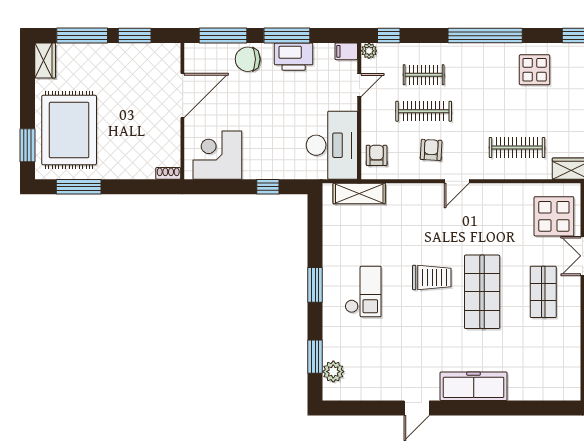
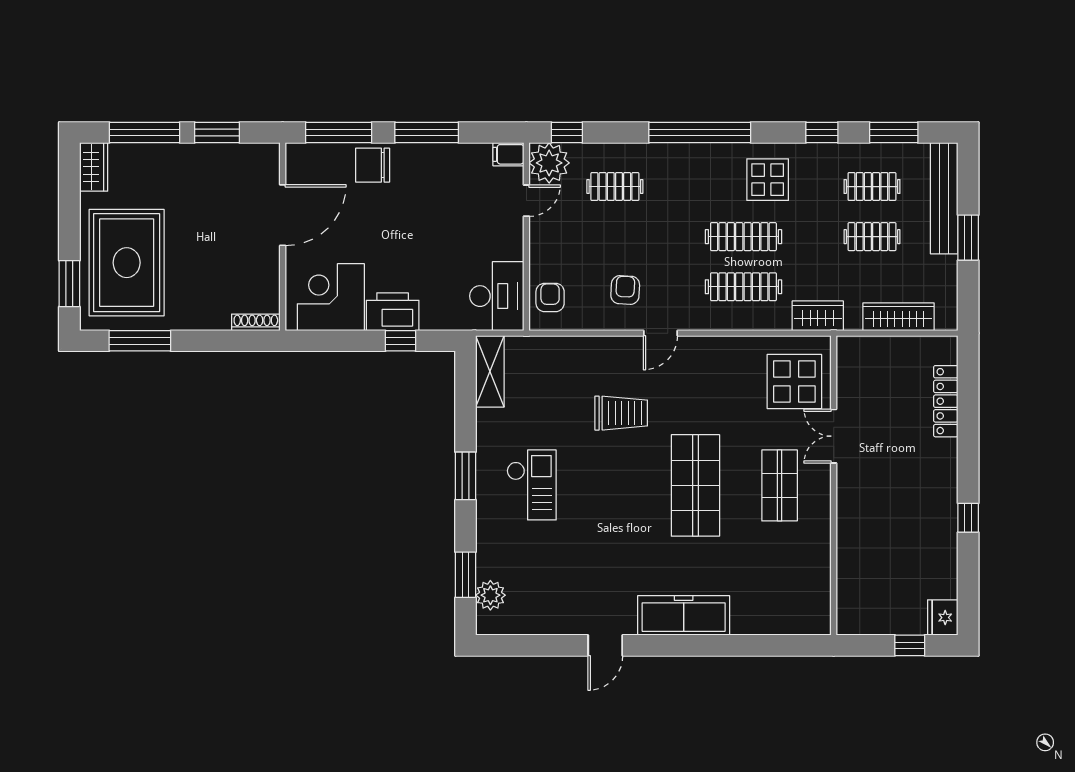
plant: (369, 51) -> (549, 163), width x1.88, depth x1.88
printer: (294, 57) -> (393, 312), moved, turned 180
clothes rail: (424, 111) -> (743, 237), moved
desk: (332, 145) -> (497, 296), width x0.73, depth x0.77
shoe rack: (168, 173) -> (256, 322), width x1.43
shelving: (359, 193) -> (490, 371), moved, turned 90
trolley: (432, 278) -> (621, 413), moved

